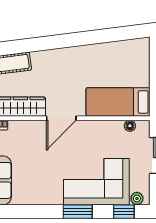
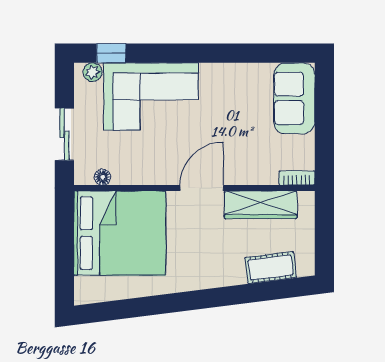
bed: (118, 102) -> (120, 233), width x2.04
window: (78, 212) -> (178, 53), removed

